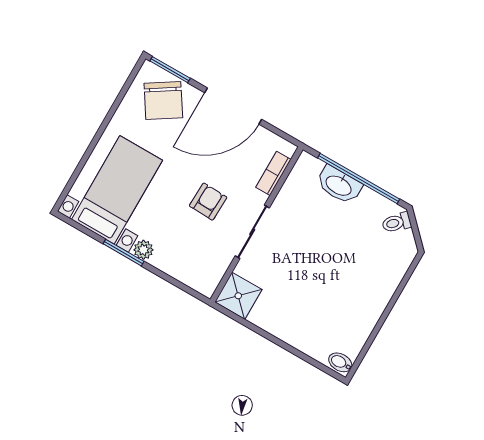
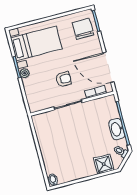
chair: (163, 101) -> (83, 29), turned 123
door: (233, 106) -> (108, 67), moved
washbasin: (339, 185) -> (117, 129), moved
shower: (238, 296) -> (104, 164), moved

